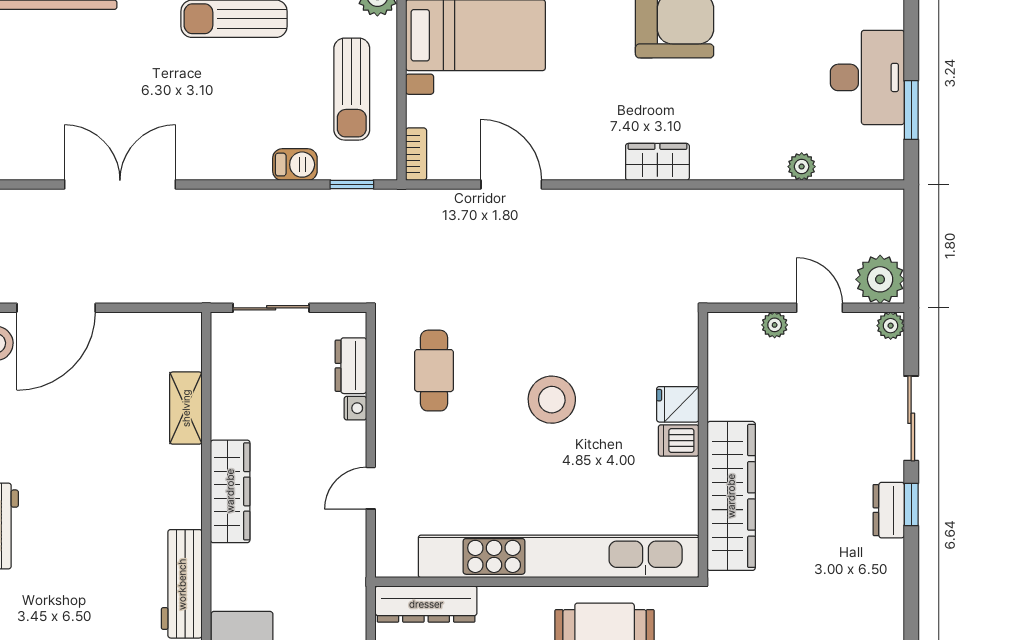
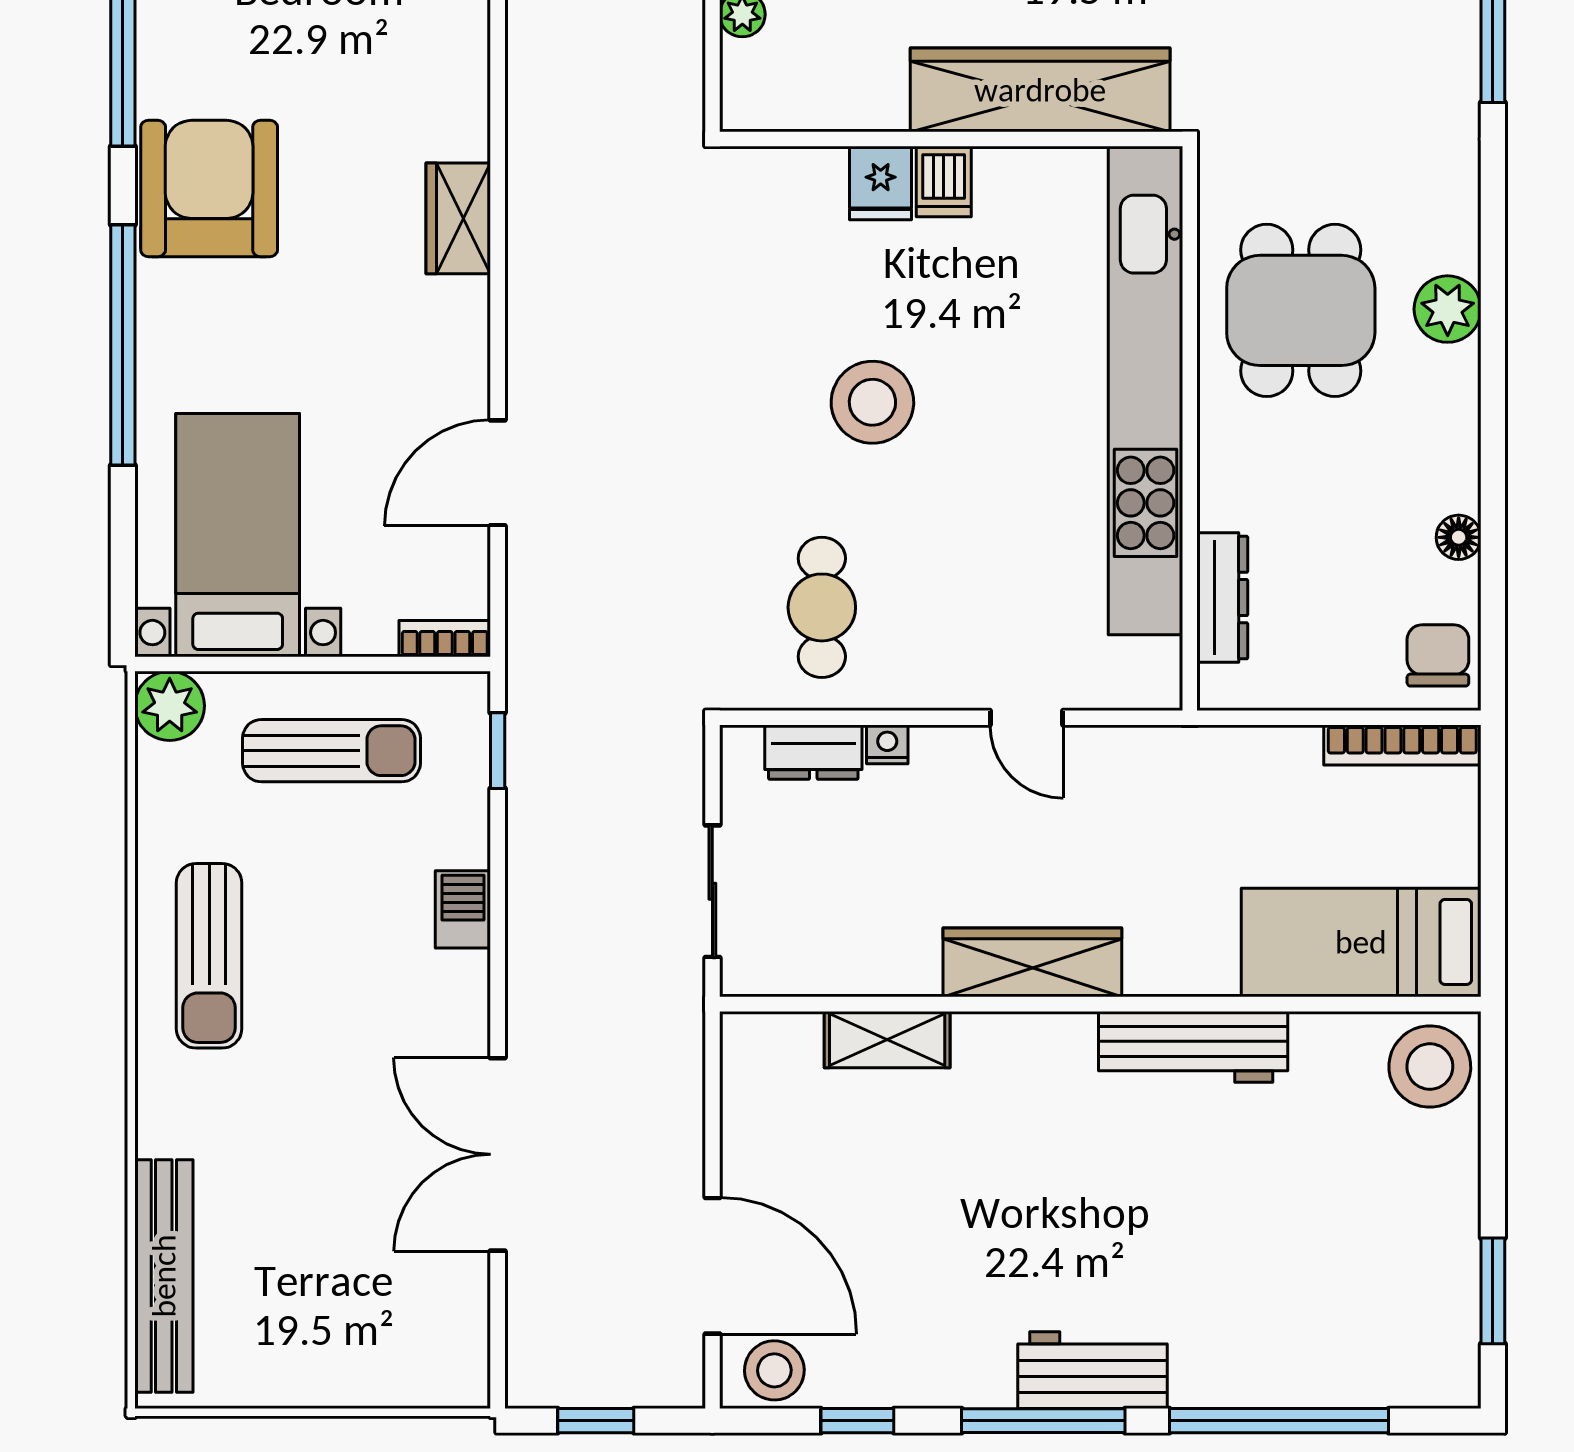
barbecue: (295, 165) -> (463, 909), moved
cafe table: (434, 371) -> (822, 607), turned 90
dresser: (426, 604) -> (1222, 598), width x0.73, depth x0.80

